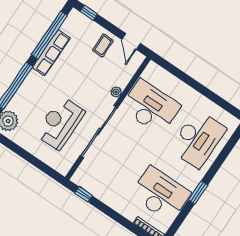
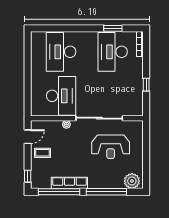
desk: (151, 107) -> (61, 96), turned 180
desk: (198, 139) -> (61, 52), turned -90
window: (198, 193) -> (113, 28), moved
window: (84, 194) -> (146, 85), moved

